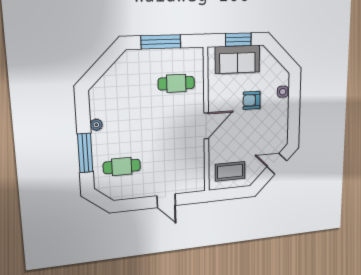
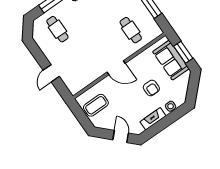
armchair: (252, 100) -> (151, 88), turned 180
fireplace: (282, 119) -> (153, 119), added
coffee table: (230, 171) -> (96, 105), turned 90

